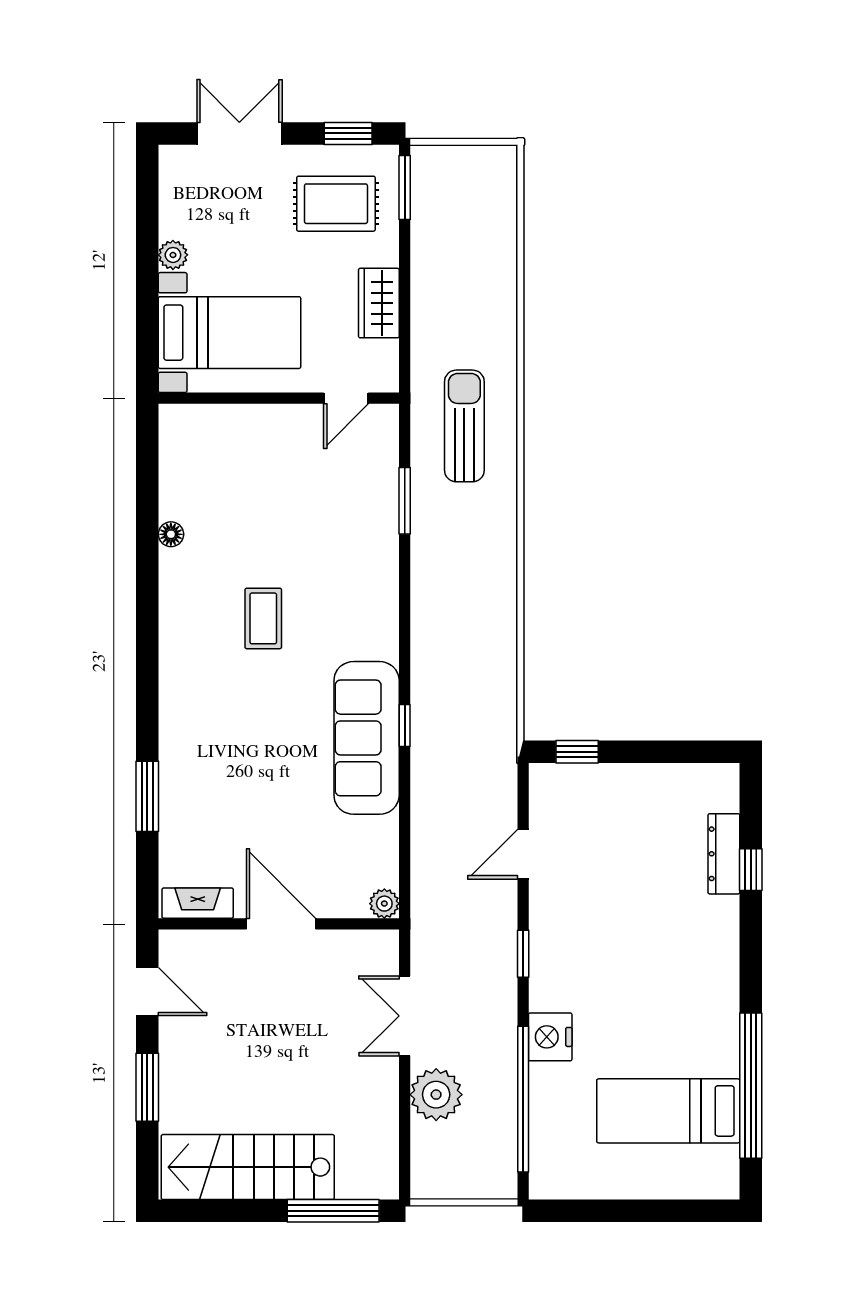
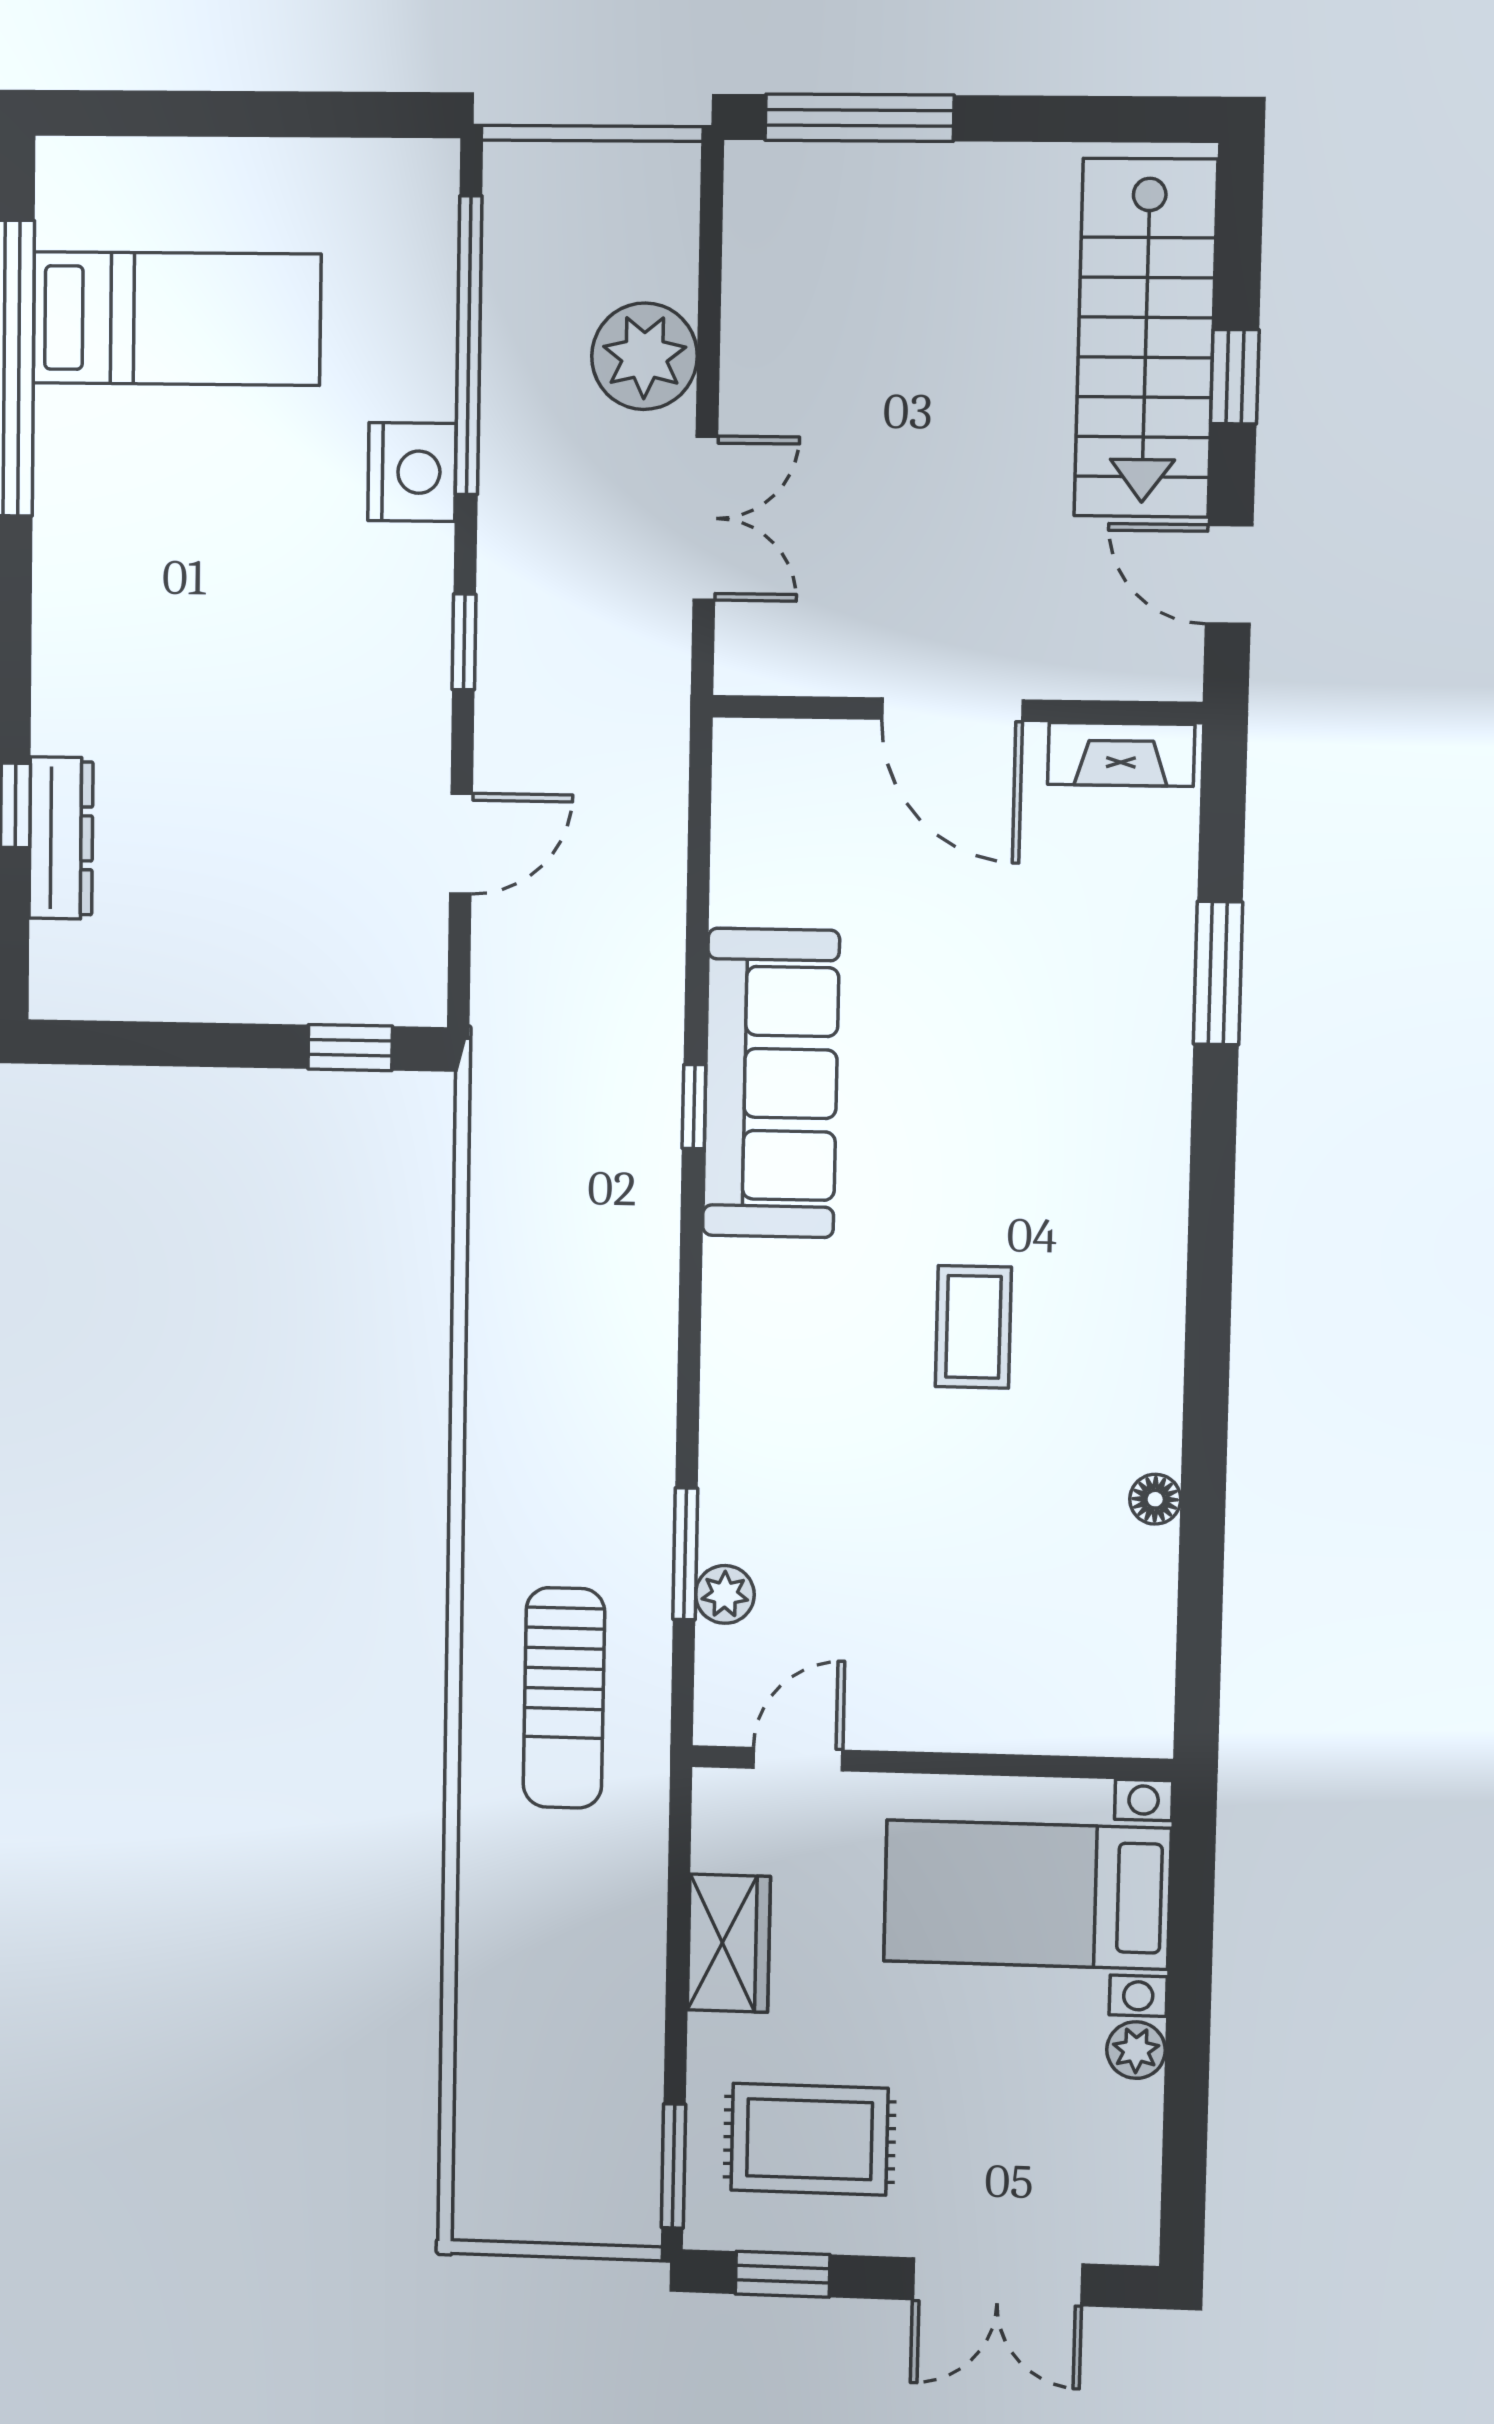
plant: (384, 904) -> (725, 1594), moved
window: (147, 1087) -> (1235, 377), width x0.67
stairs: (248, 1167) -> (1146, 338), moved, turned 90

